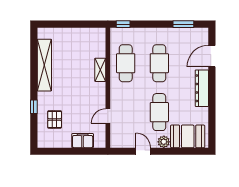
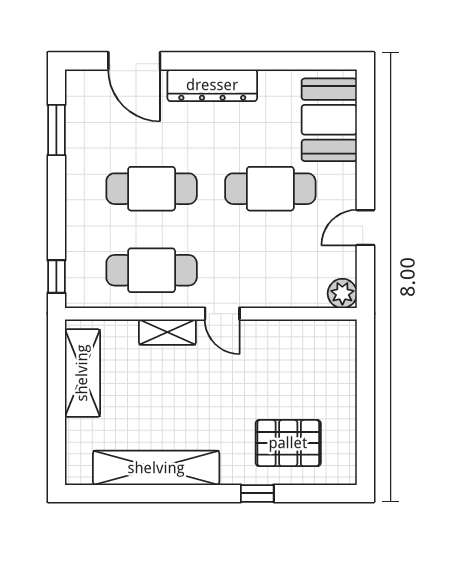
shelving: (83, 35) -> (82, 373), added
door: (108, 116) -> (222, 314), moved
pallet: (55, 119) -> (288, 443), width x1.50, depth x1.42
filing cabinet: (83, 141) -> (340, 375), removed
plant: (164, 142) -> (342, 293), moved

